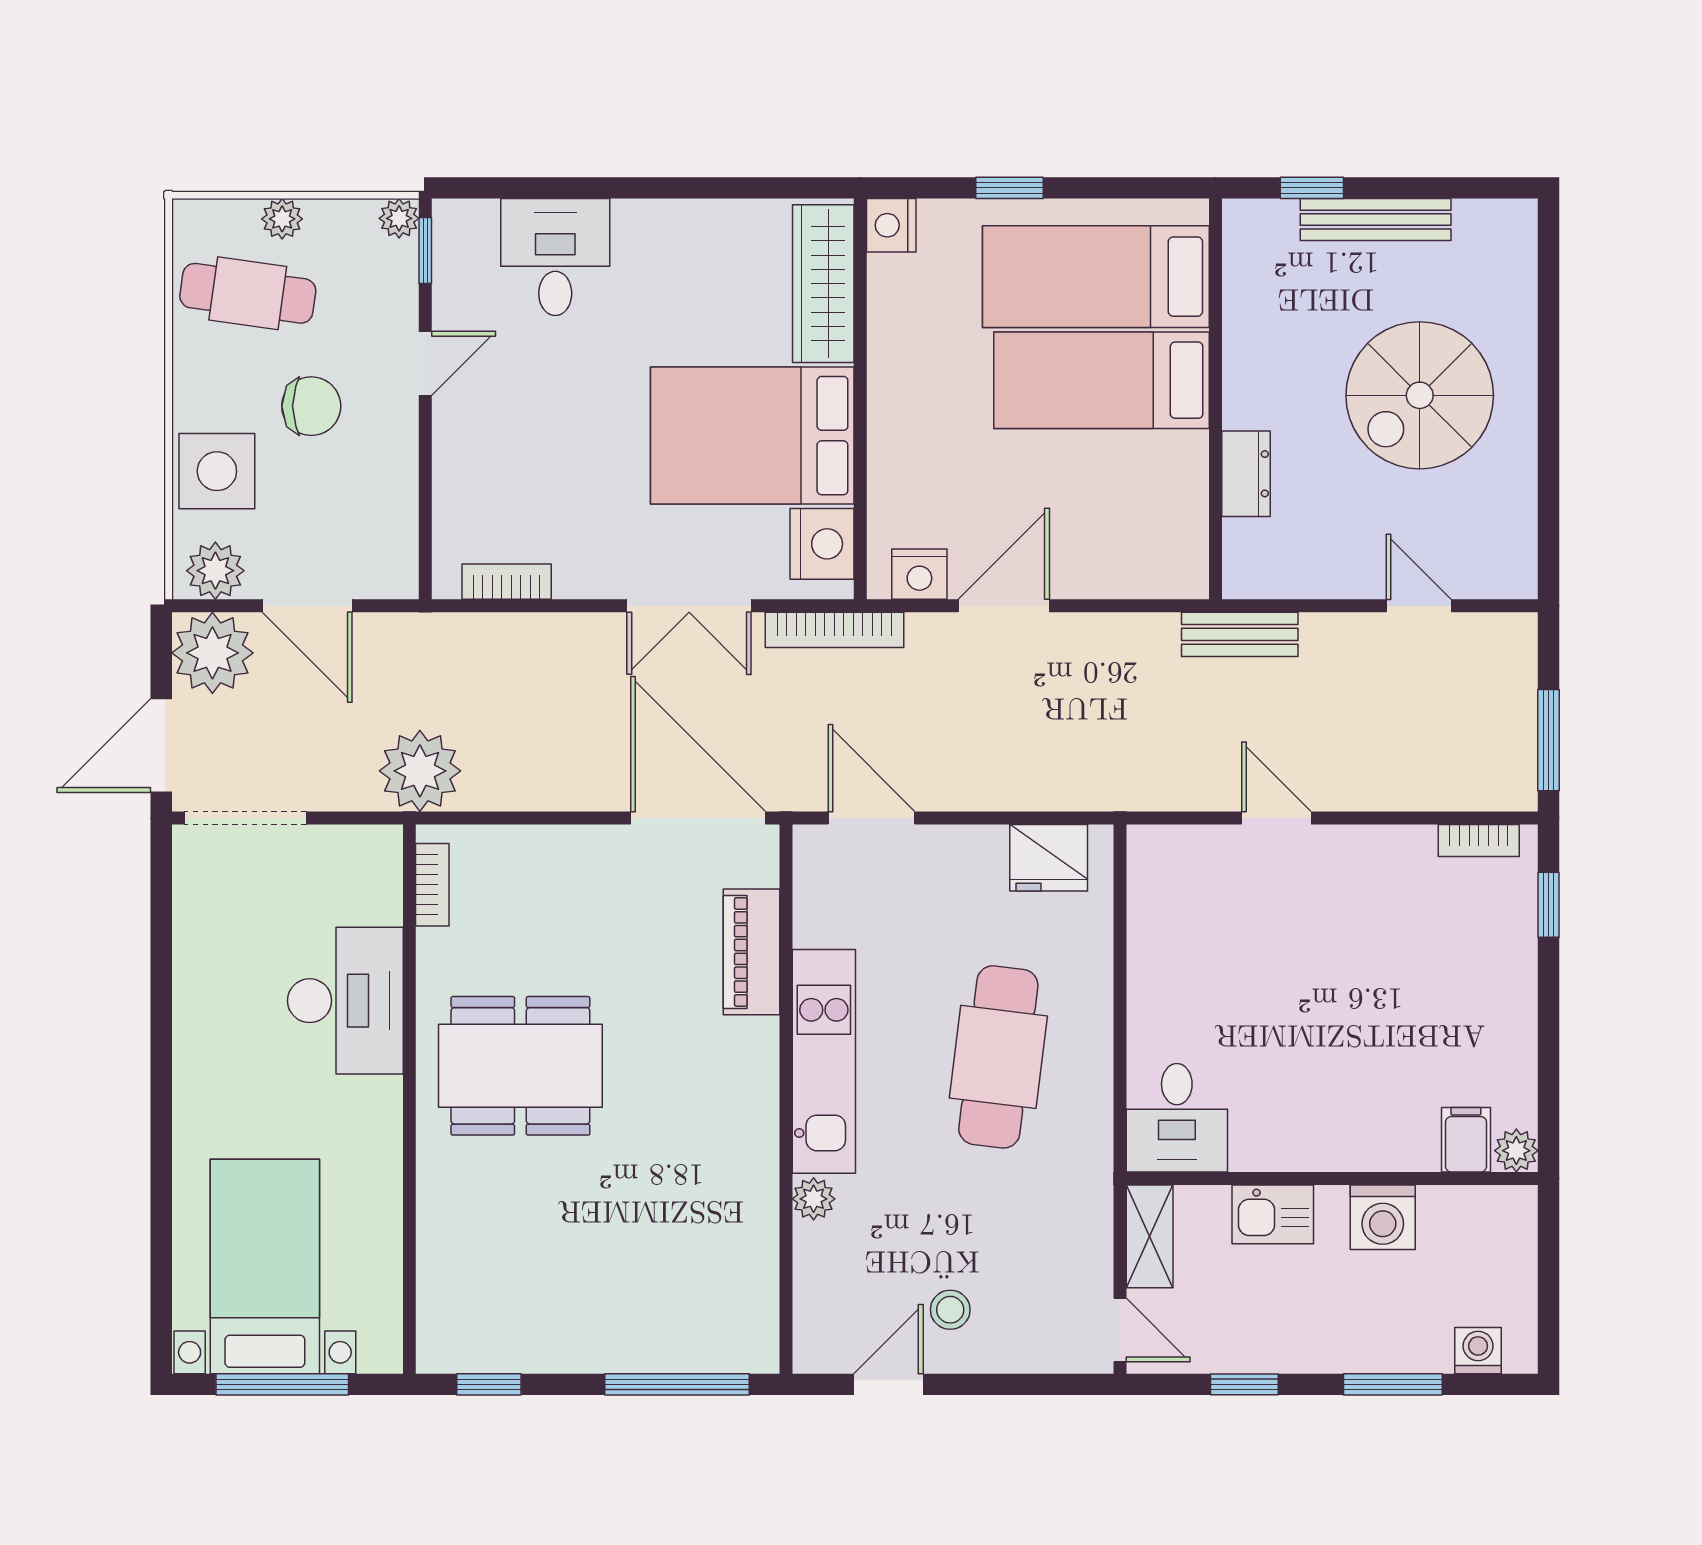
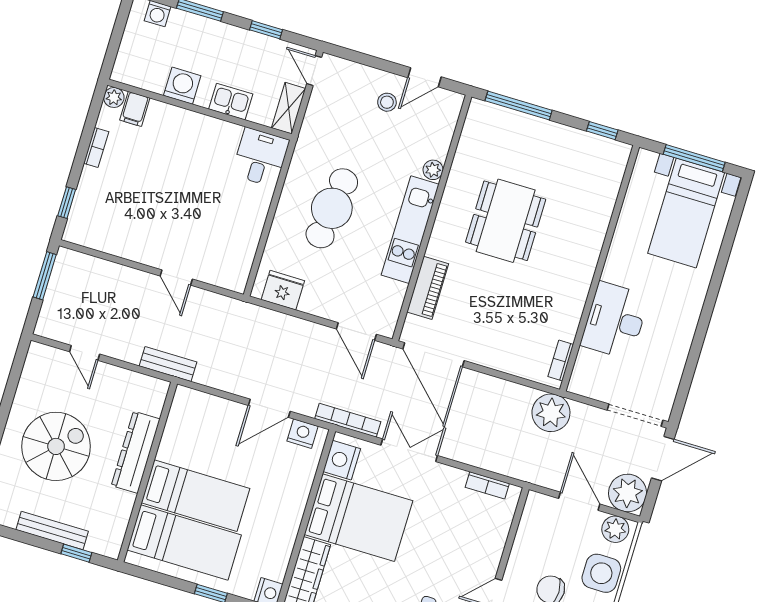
dresser: (1246, 474) -> (136, 452), width x1.96, depth x1.24
bookcase: (1479, 840) -> (96, 147), moved, turned 90
dining table: (520, 1066) -> (506, 221), moved, turned 90

